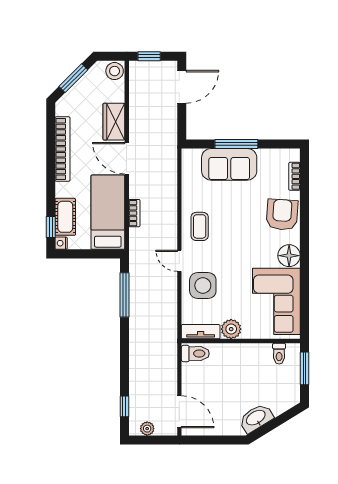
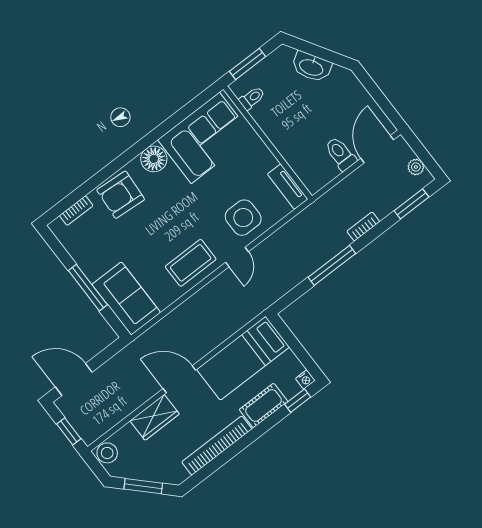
door: (127, 158) -> (179, 379), swing flipped
sofa: (229, 164) -> (126, 298), moved
bookcase: (134, 213) -> (363, 226), moved
cot: (65, 217) -> (264, 405), moved
coffee table: (200, 226) -> (191, 263), width x1.36, depth x1.30
window: (124, 295) -> (332, 265), moved
plant: (231, 329) -> (263, 160), removed
toilet: (195, 354) -> (340, 154), moved
window: (124, 406) -> (412, 204), width x1.50
washbasin: (256, 418) -> (311, 67), moved

